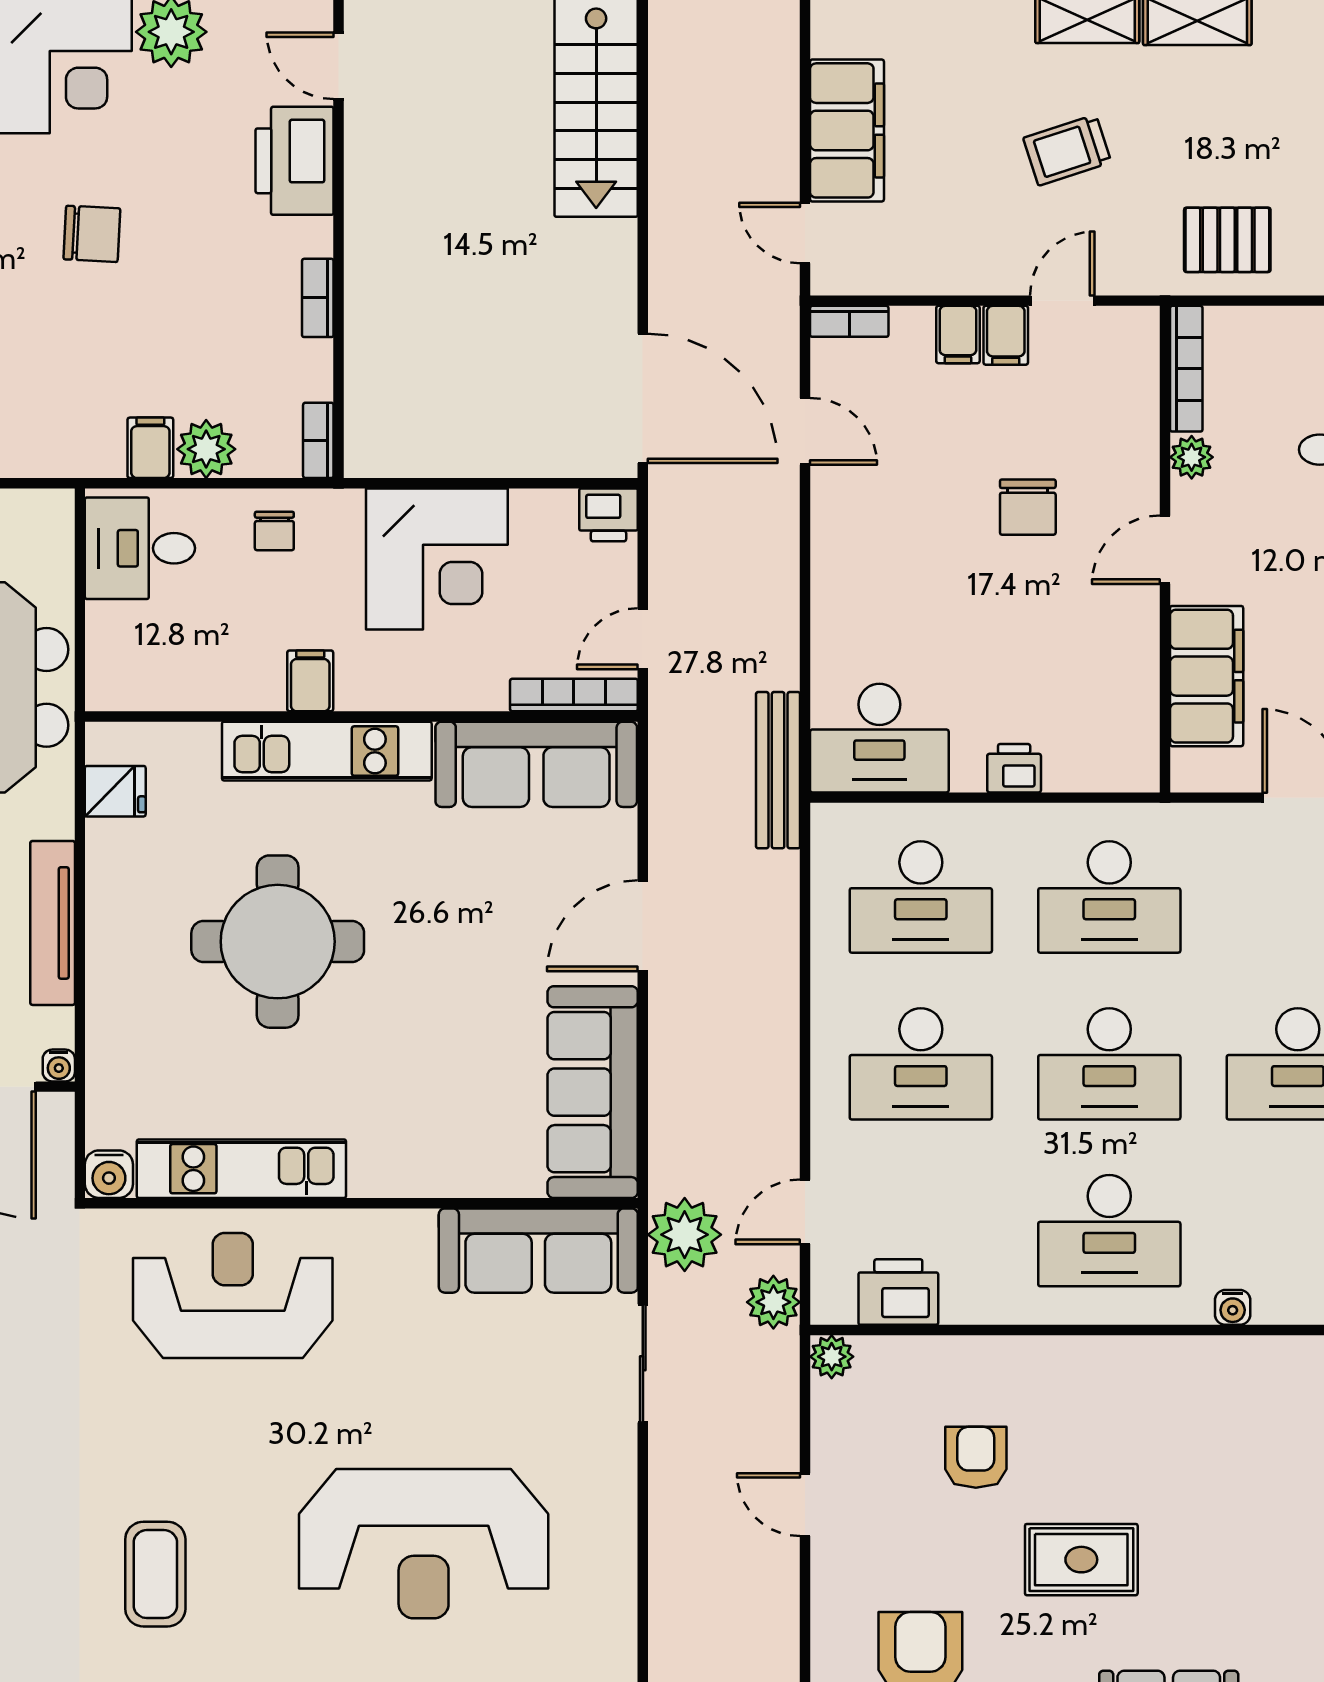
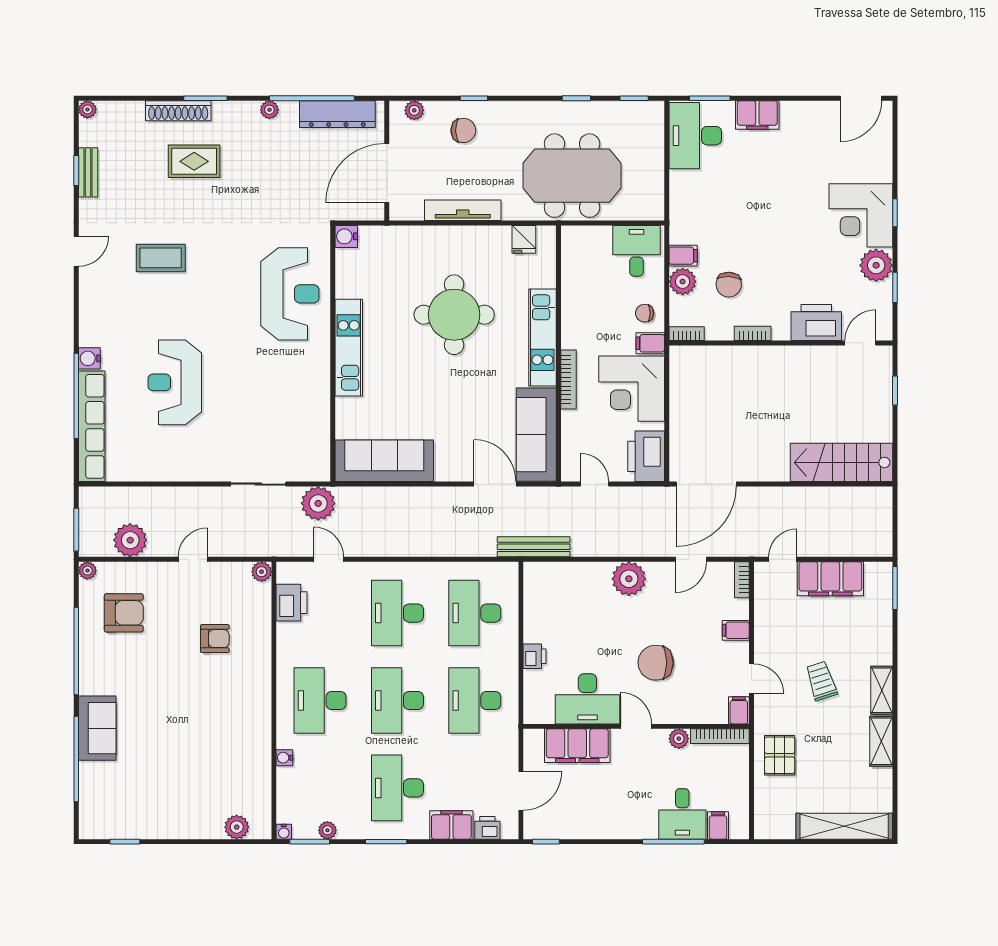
chair: (92, 234) -> (729, 285), moved
filing cabinet: (1006, 335) -> (739, 710), moved, turned 90
chair: (1028, 507) -> (656, 663), width x1.37, depth x1.37
printer: (608, 515) -> (646, 456), width x1.87, depth x1.48
plant: (847, 565) -> (629, 579), added
filing cabinet: (310, 681) -> (650, 343), moved, turned 180
bookcase: (574, 695) -> (568, 380), moved
desk: (879, 738) -> (587, 699), moved, turned -90
door: (643, 926) -> (495, 484), moved
water cooler: (59, 1066) -> (397, 213), removed
kitchen unit: (241, 1169) -> (349, 348), moved
sofa: (538, 1251) -> (311, 436), removed
plant: (773, 1302) -> (130, 540), moved, width x1.36, depth x1.36
reception desk: (424, 1544) -> (175, 382), width x0.74, depth x0.77
rug: (1081, 1560) -> (167, 687), removed

